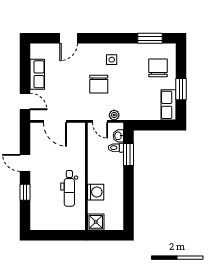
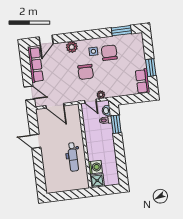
door: (69, 38) -> (46, 40), moved
plant: (85, 51) -> (72, 47), added
chair: (158, 68) -> (109, 53), moved
row of seats: (37, 74) -> (35, 65), width x1.48
window: (25, 192) -> (38, 164), removed
washing machine: (96, 192) -> (95, 167), moved

